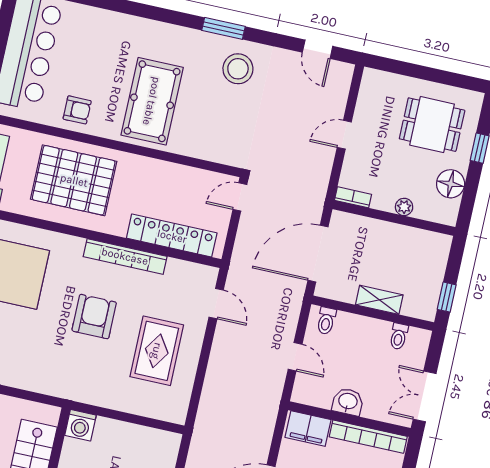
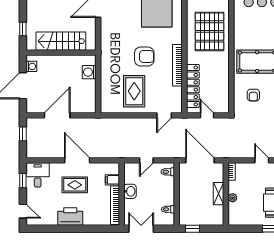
armchair: (77, 110) -> (253, 95), moved
floor lamp: (451, 184) -> (249, 218), removed
door: (240, 197) -> (207, 115), moved
shelving: (379, 300) -> (219, 194), moved
rug: (157, 351) -> (134, 91), turned 90
washing machine: (80, 425) -> (89, 72), moved
filing cabinet: (308, 429) -> (112, 180), width x0.50

